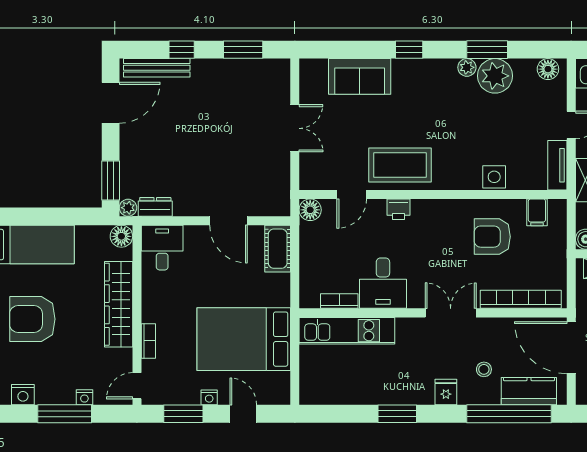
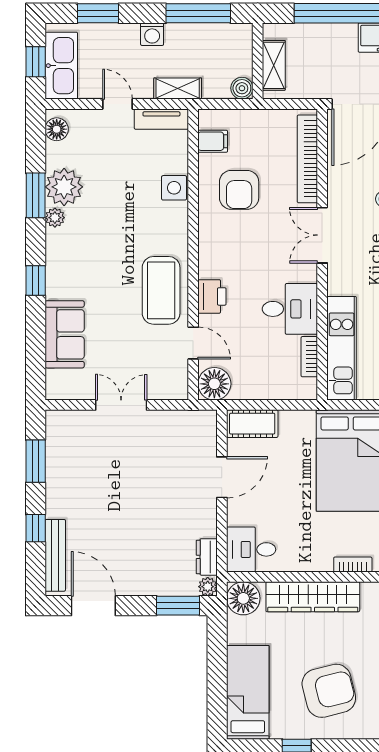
printer: (399, 209) -> (212, 296), width x1.36, depth x1.24
floor lamp: (310, 210) -> (214, 384), width x1.38, depth x1.38
floor lamp: (121, 236) -> (243, 598), width x1.38, depth x1.38
armchair: (32, 319) -> (329, 691), turned -104

